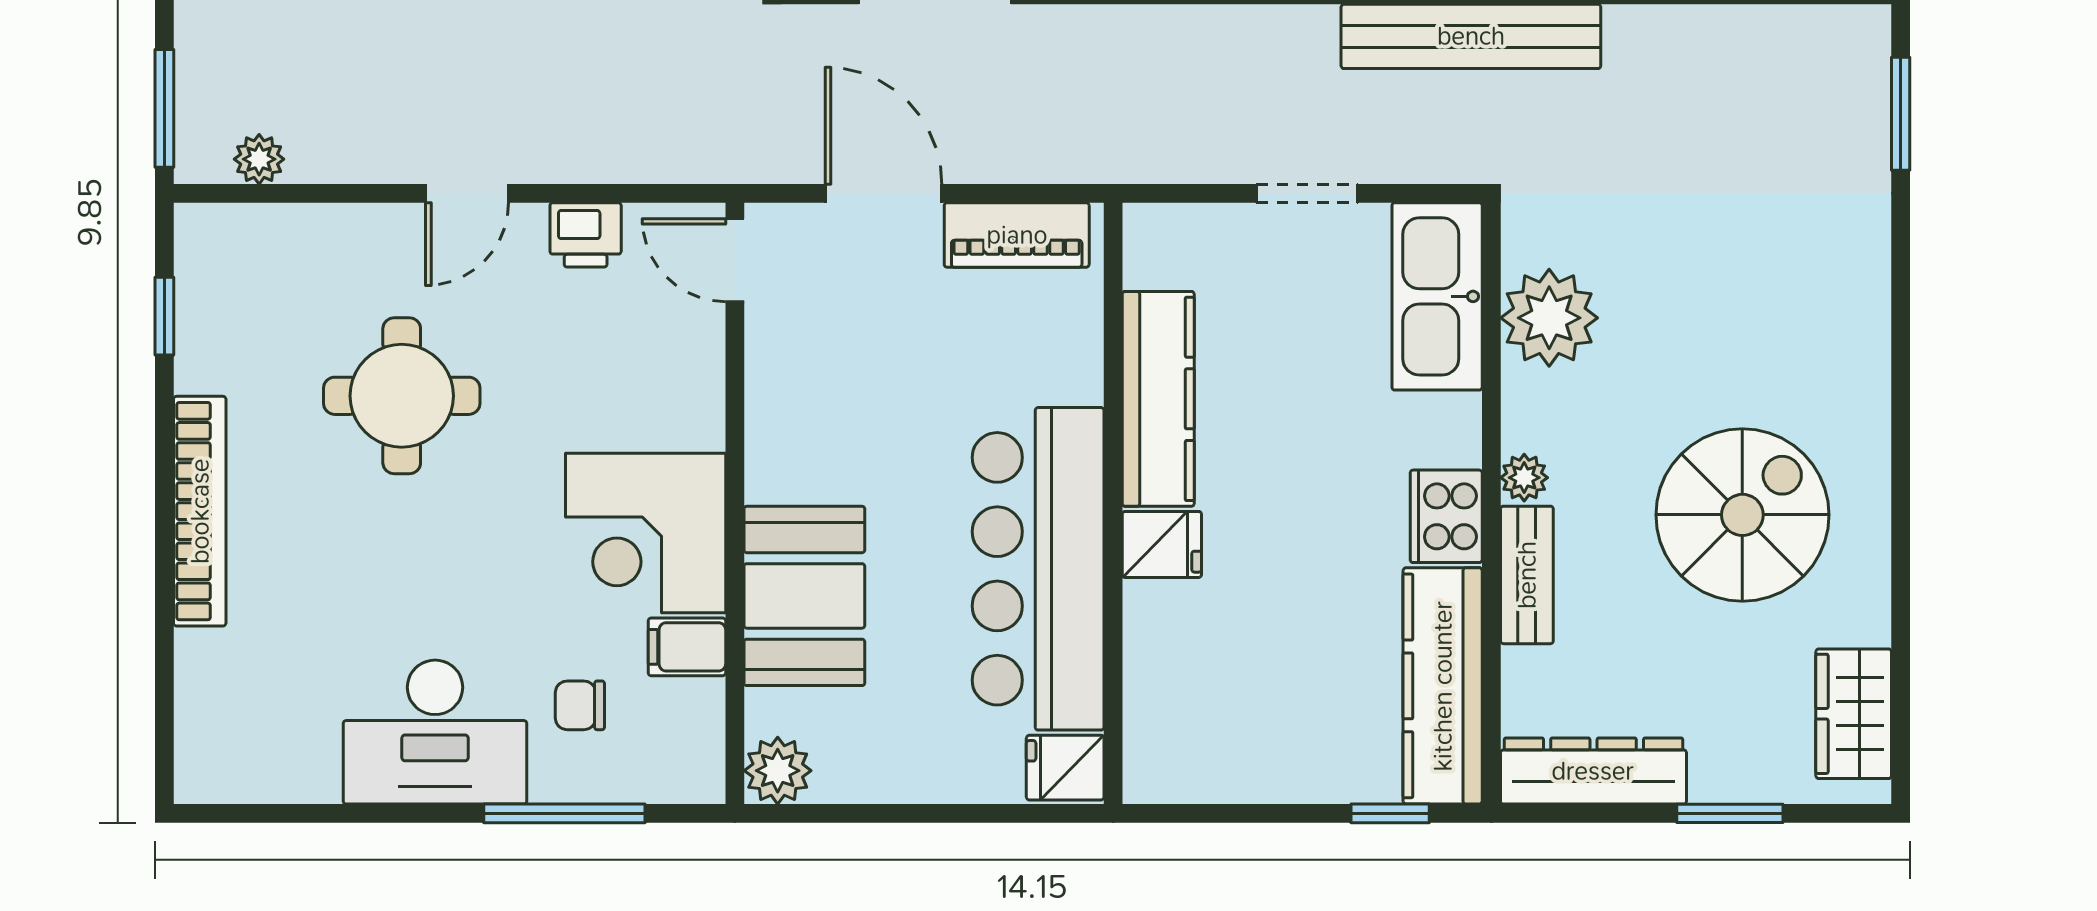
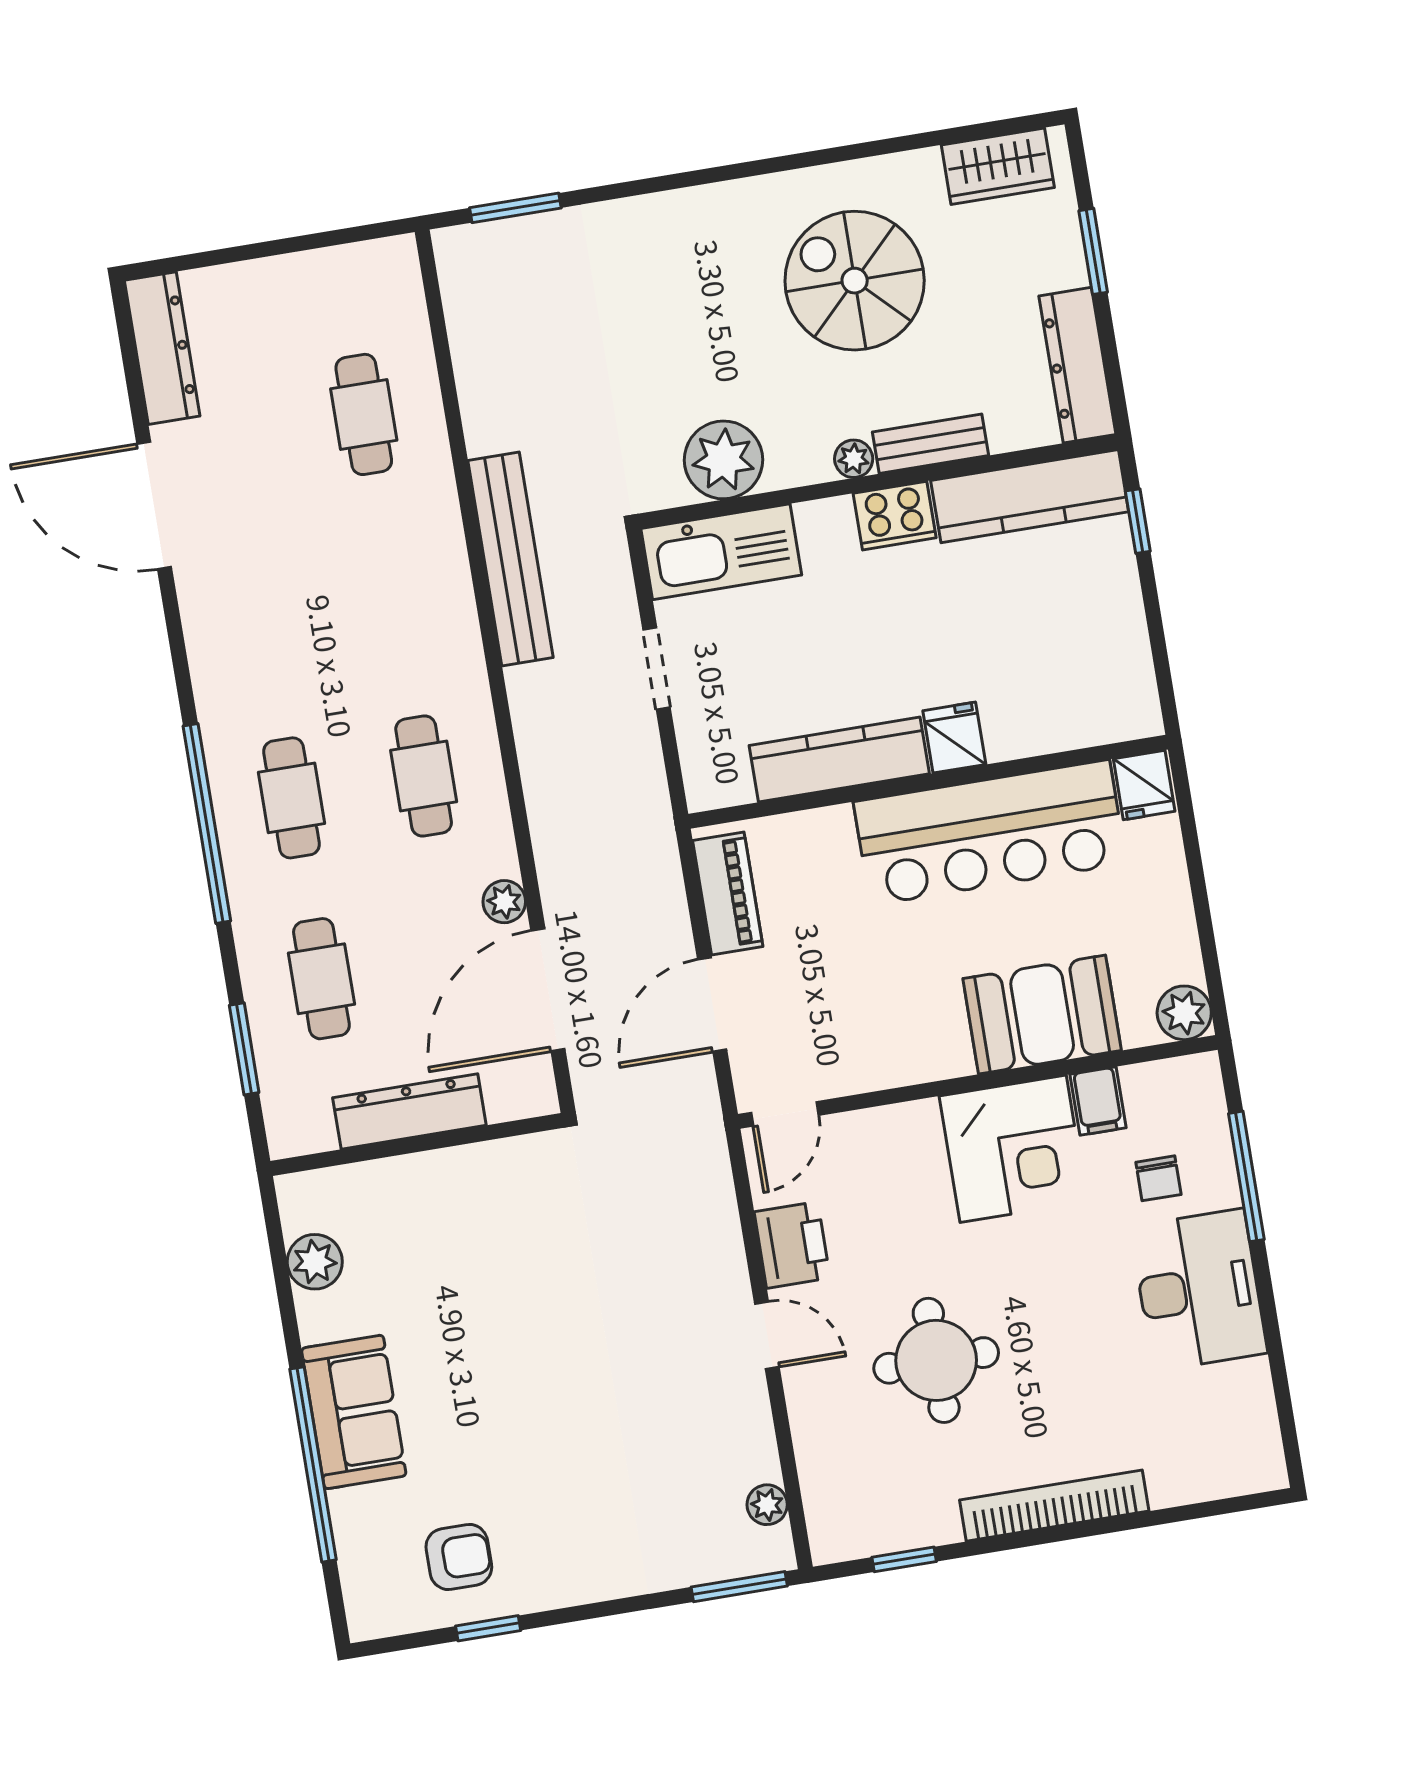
printer: (586, 235) -> (792, 1245), width x1.36, depth x1.24

